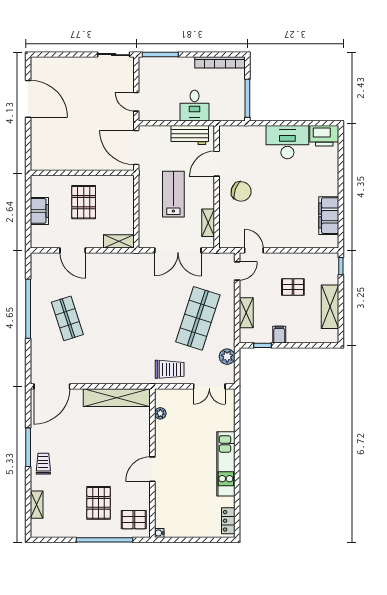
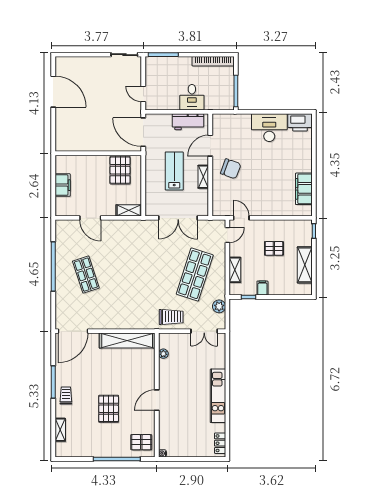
pallet: (84, 202) -> (120, 170), moved
shelving: (208, 223) -> (203, 177), moved
pallet: (99, 503) -> (109, 409), moved

